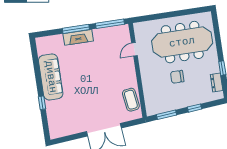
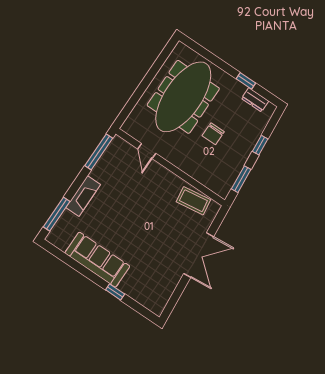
window: (76, 29) -> (57, 214), moved

